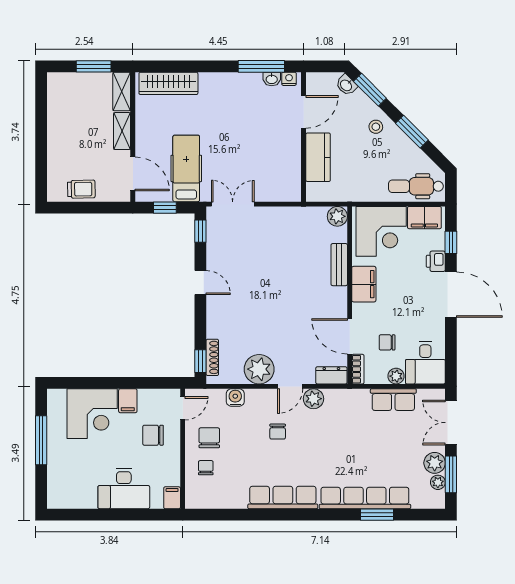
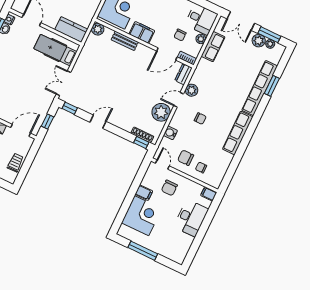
kitchen counter: (318, 157) -> (71, 29), moved
hospital bed: (186, 168) -> (55, 50), moved
door: (290, 386) -> (179, 100), swing flipped

